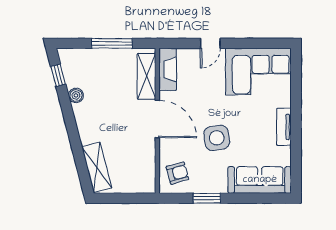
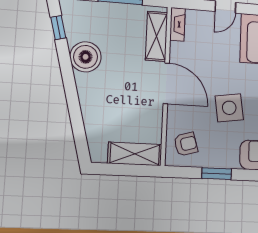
fireplace: (168, 69) -> (178, 24), width x0.73, depth x0.76
boiler: (76, 95) -> (86, 57), width x1.86, depth x1.86
shelving: (97, 167) -> (135, 154), moved, turned -75

